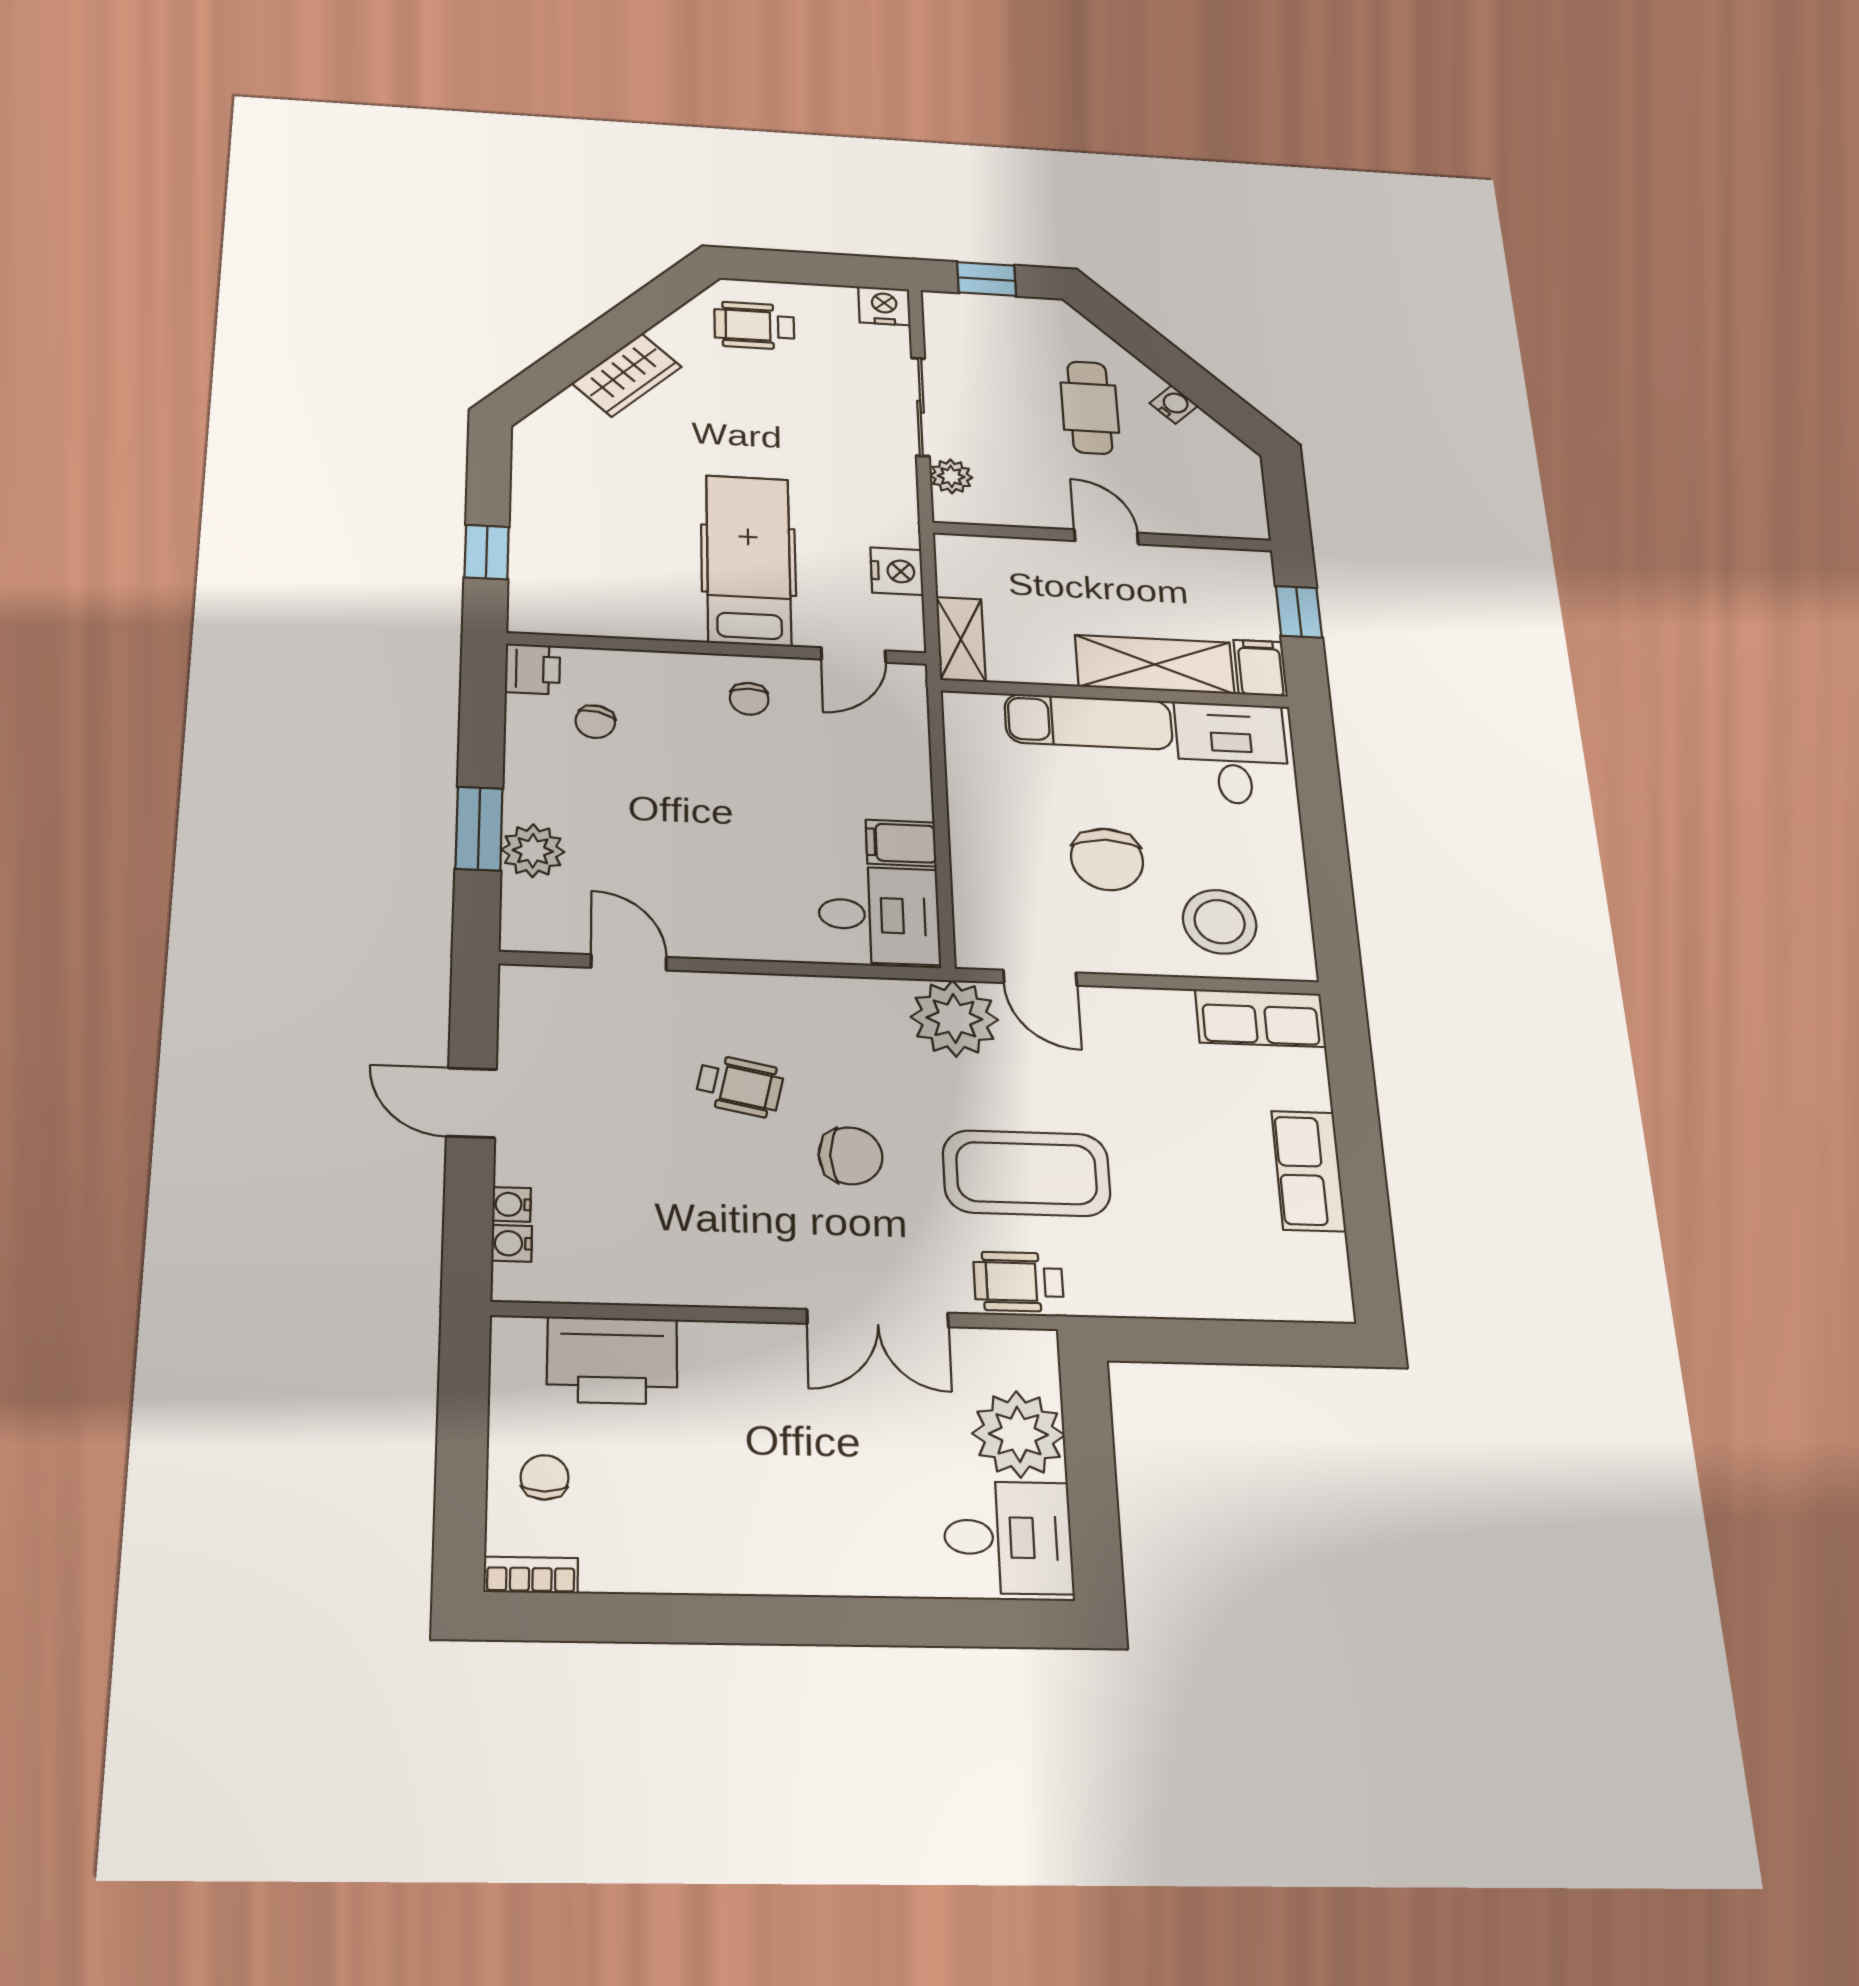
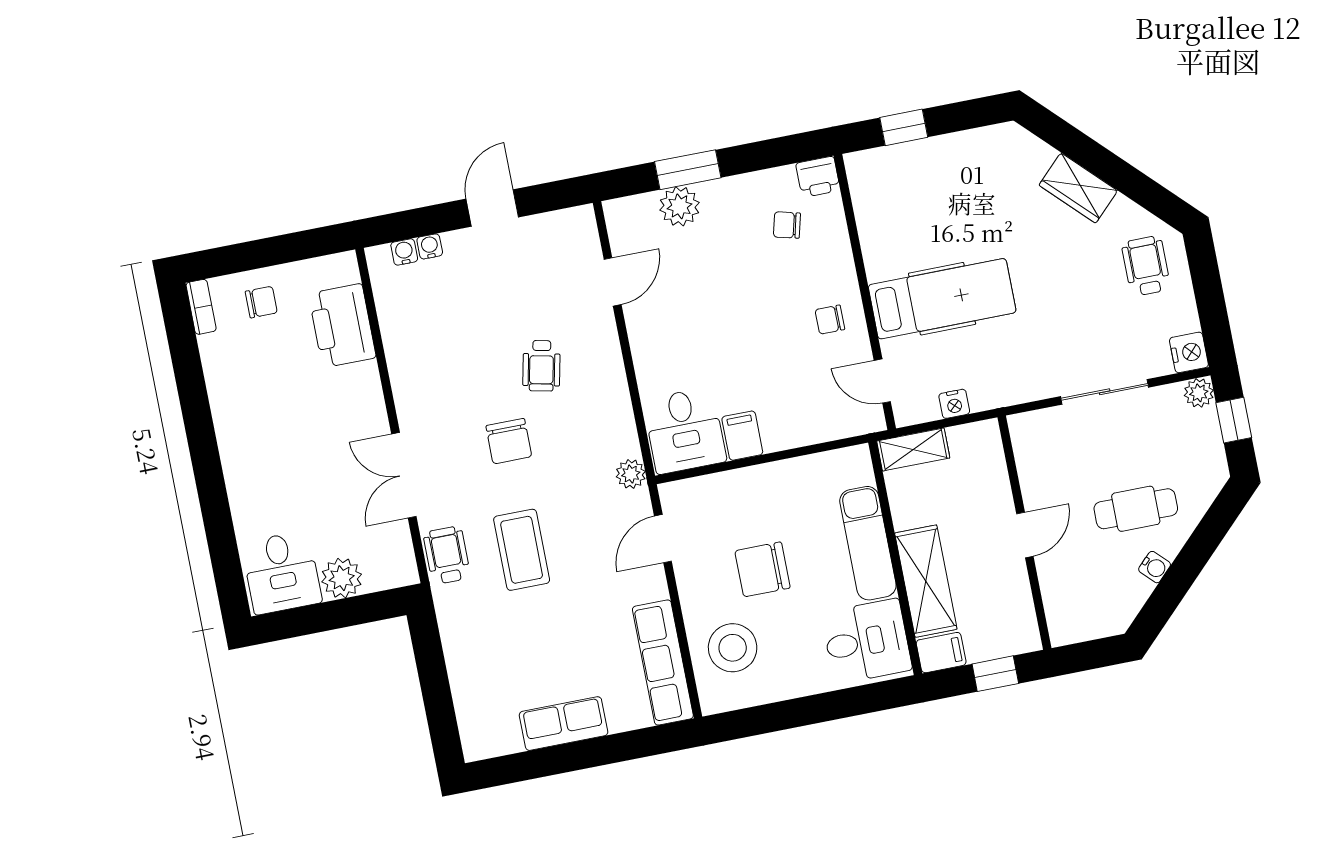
plant: (951, 476) -> (1199, 393), moved
nightstand: (897, 571) -> (954, 404), width x0.72, depth x0.74
plant: (954, 1018) -> (631, 474), width x0.53, depth x0.53
row of seats: (1260, 1018) -> (663, 663), width x1.48
coffee table: (1027, 1173) -> (522, 550), width x0.73, depth x0.76
plant: (1018, 1434) -> (342, 578), width x0.73, depth x0.73

